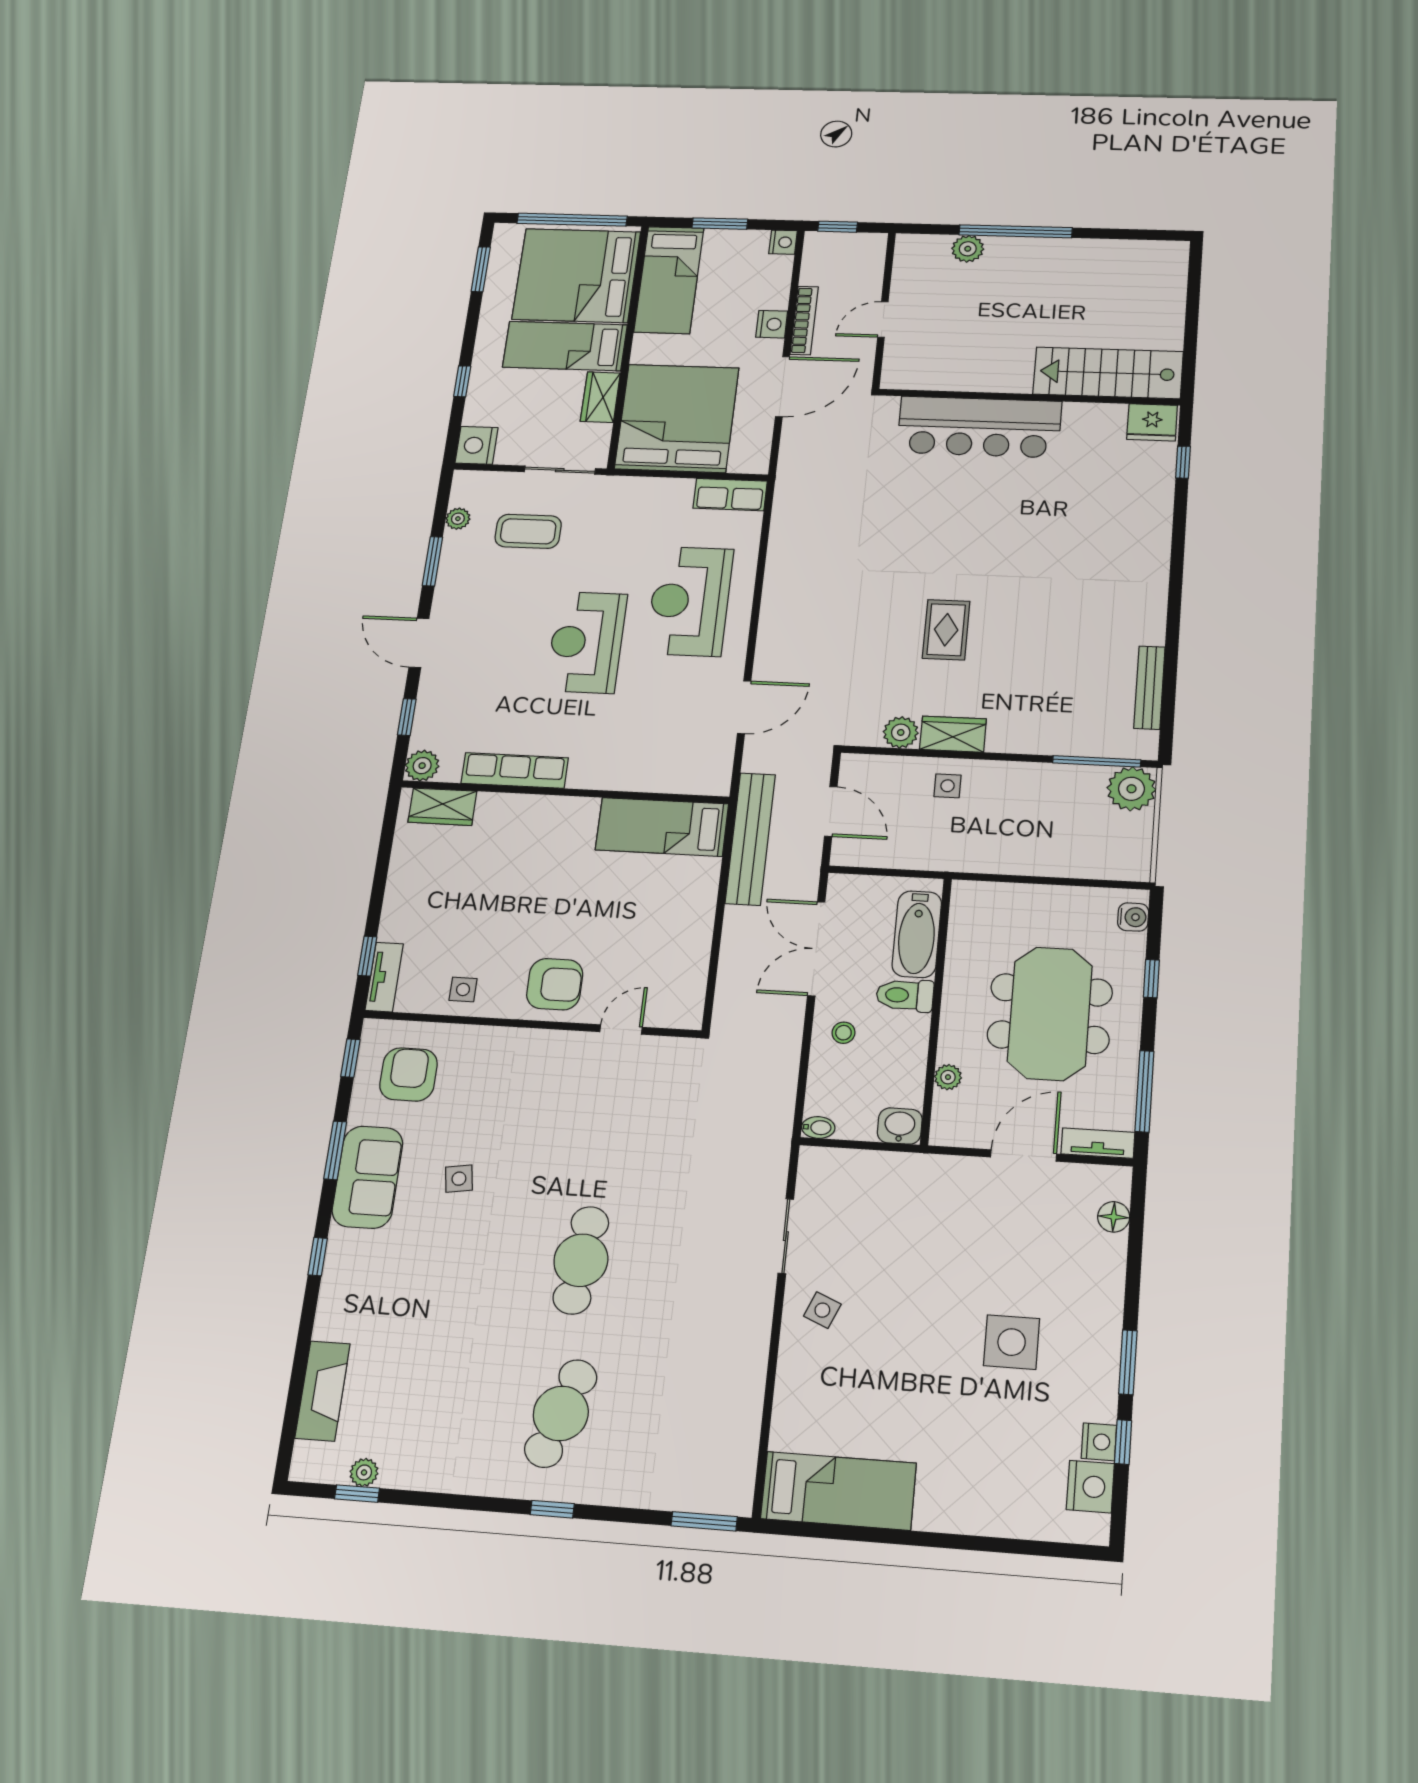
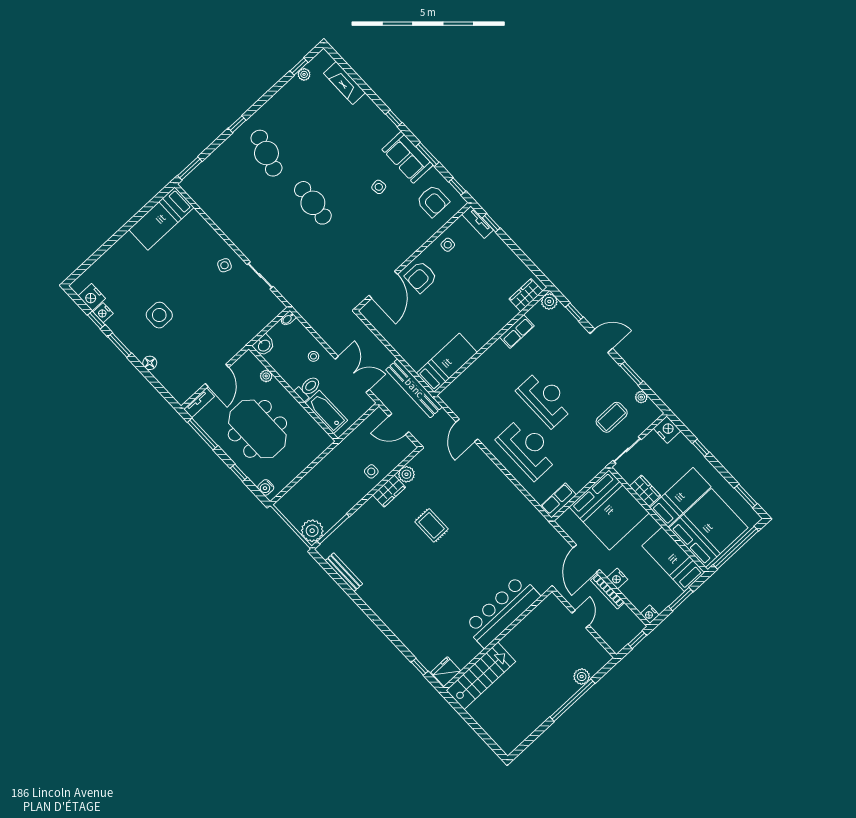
row of seats: (515, 771) -> (517, 331), width x0.68
door: (621, 1030) -> (383, 285), width x1.88
floor lamp: (1114, 1217) -> (150, 363), moved

